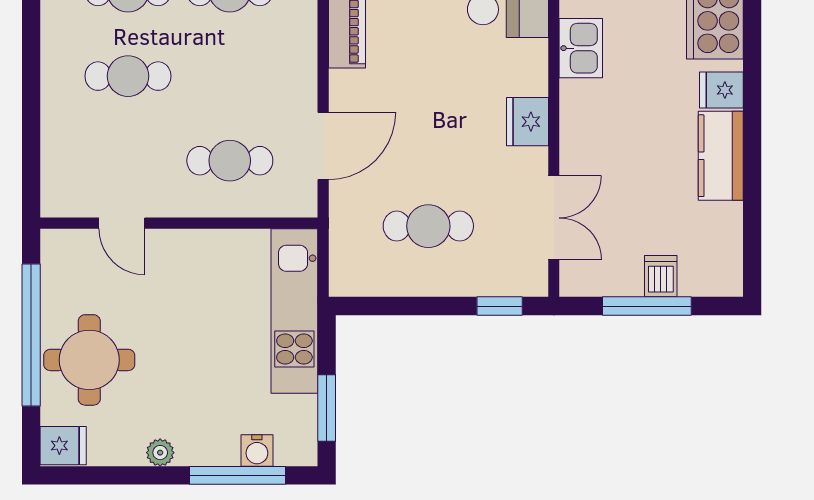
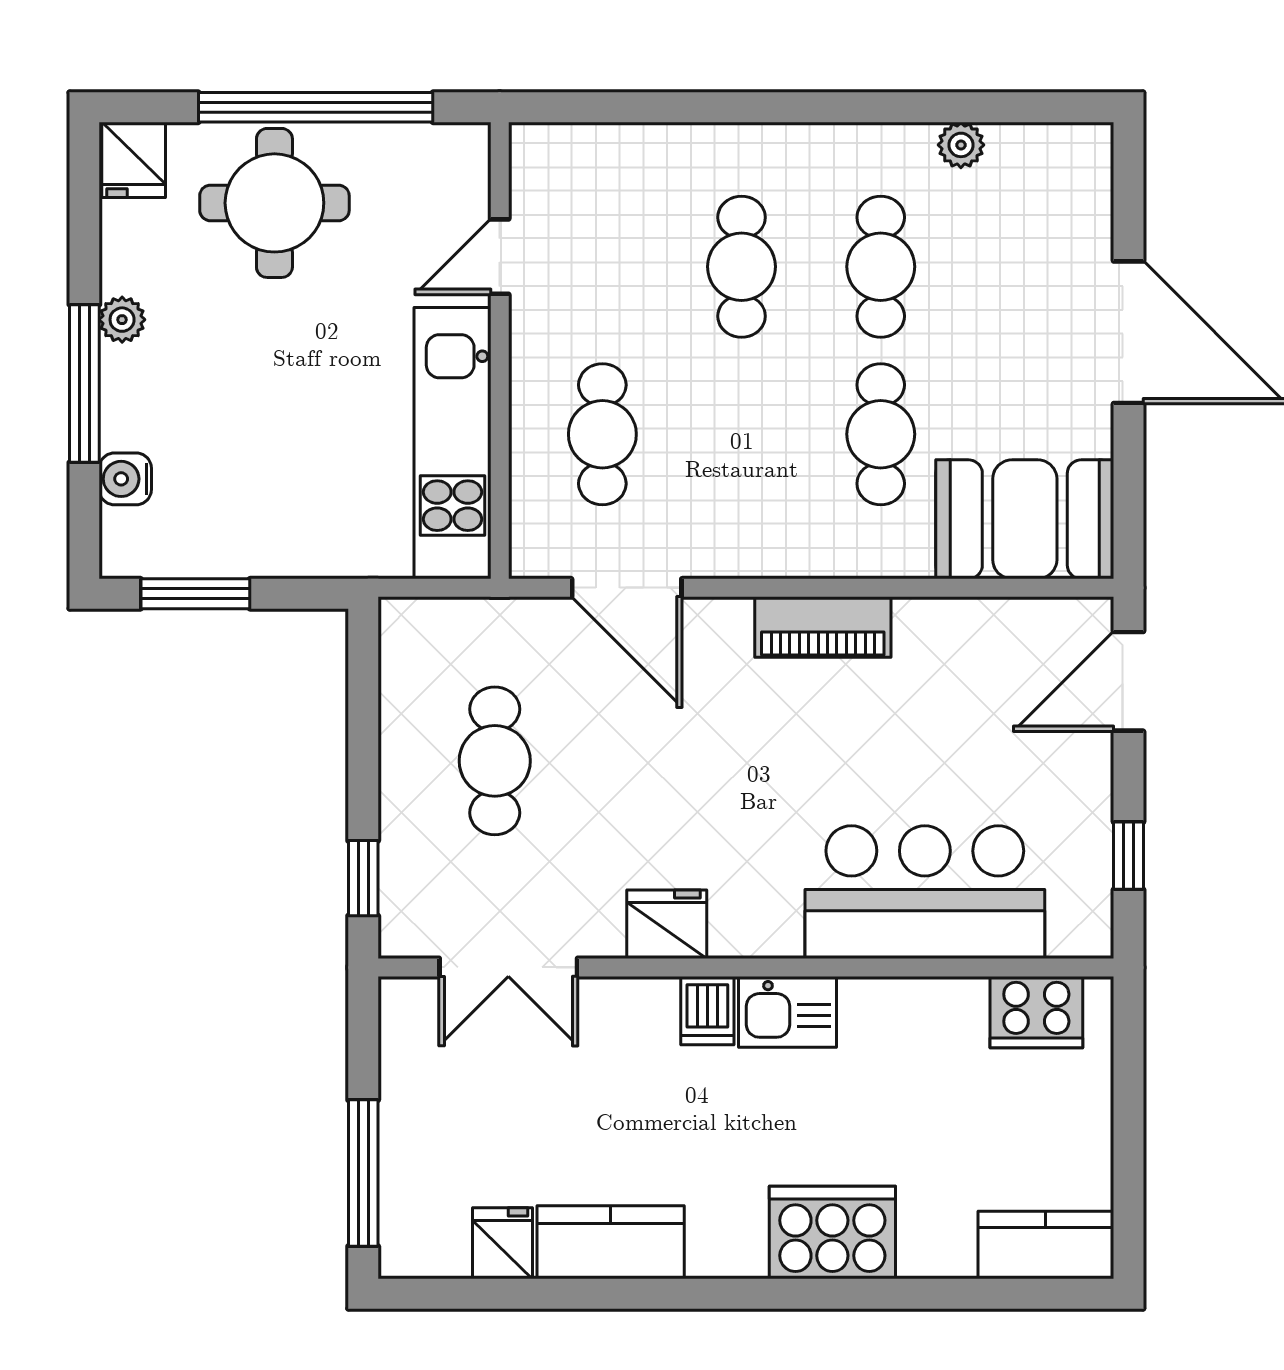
fridge: (721, 90) -> (502, 1243), moved
dishwasher: (661, 276) -> (707, 1011), moved, turned 90
window: (647, 306) -> (363, 1173), moved
kitchen unit: (294, 311) -> (452, 443), moved, turned -90
window: (238, 475) -> (84, 384), moved

